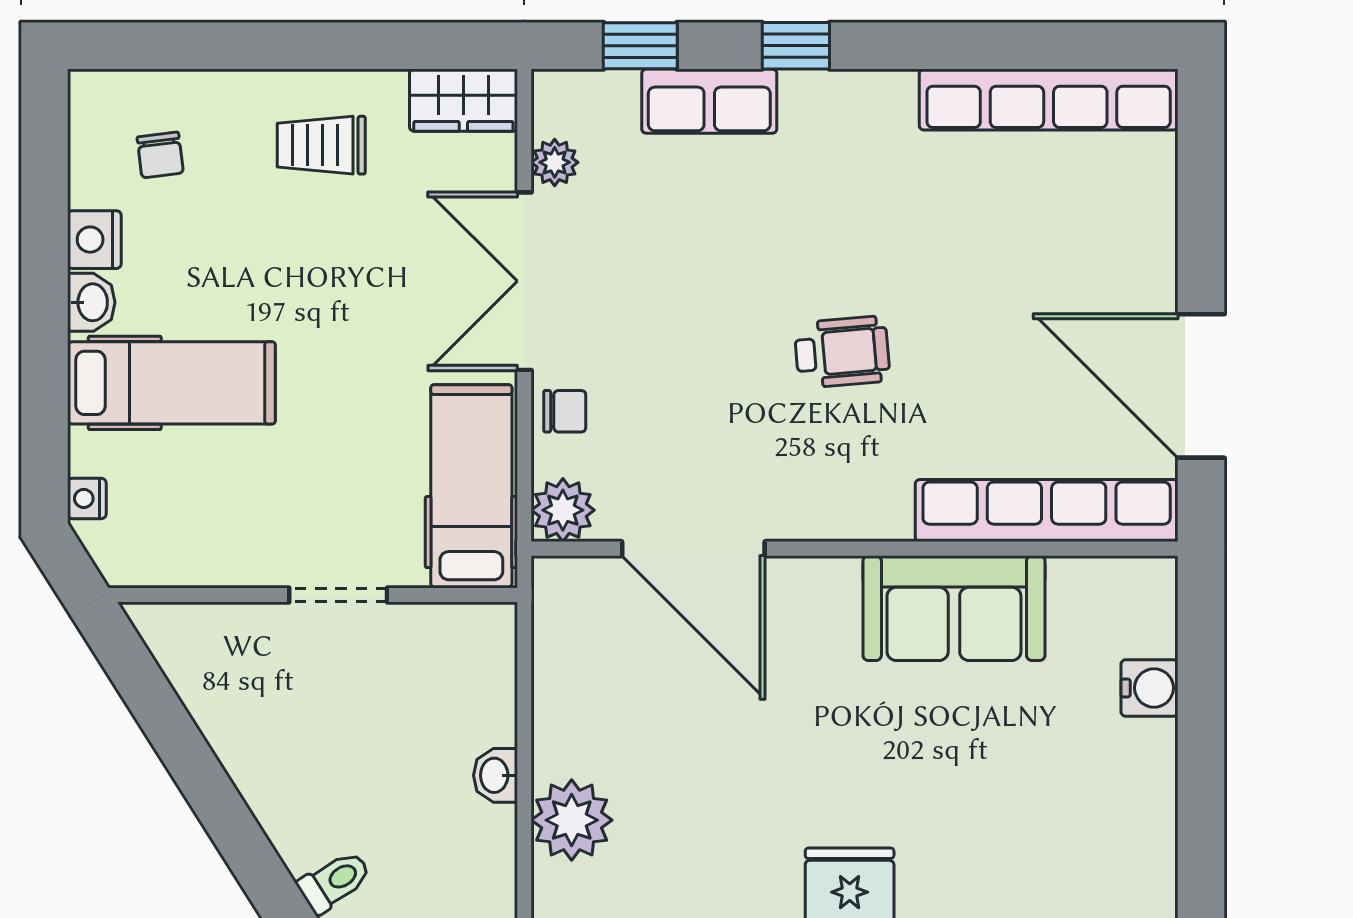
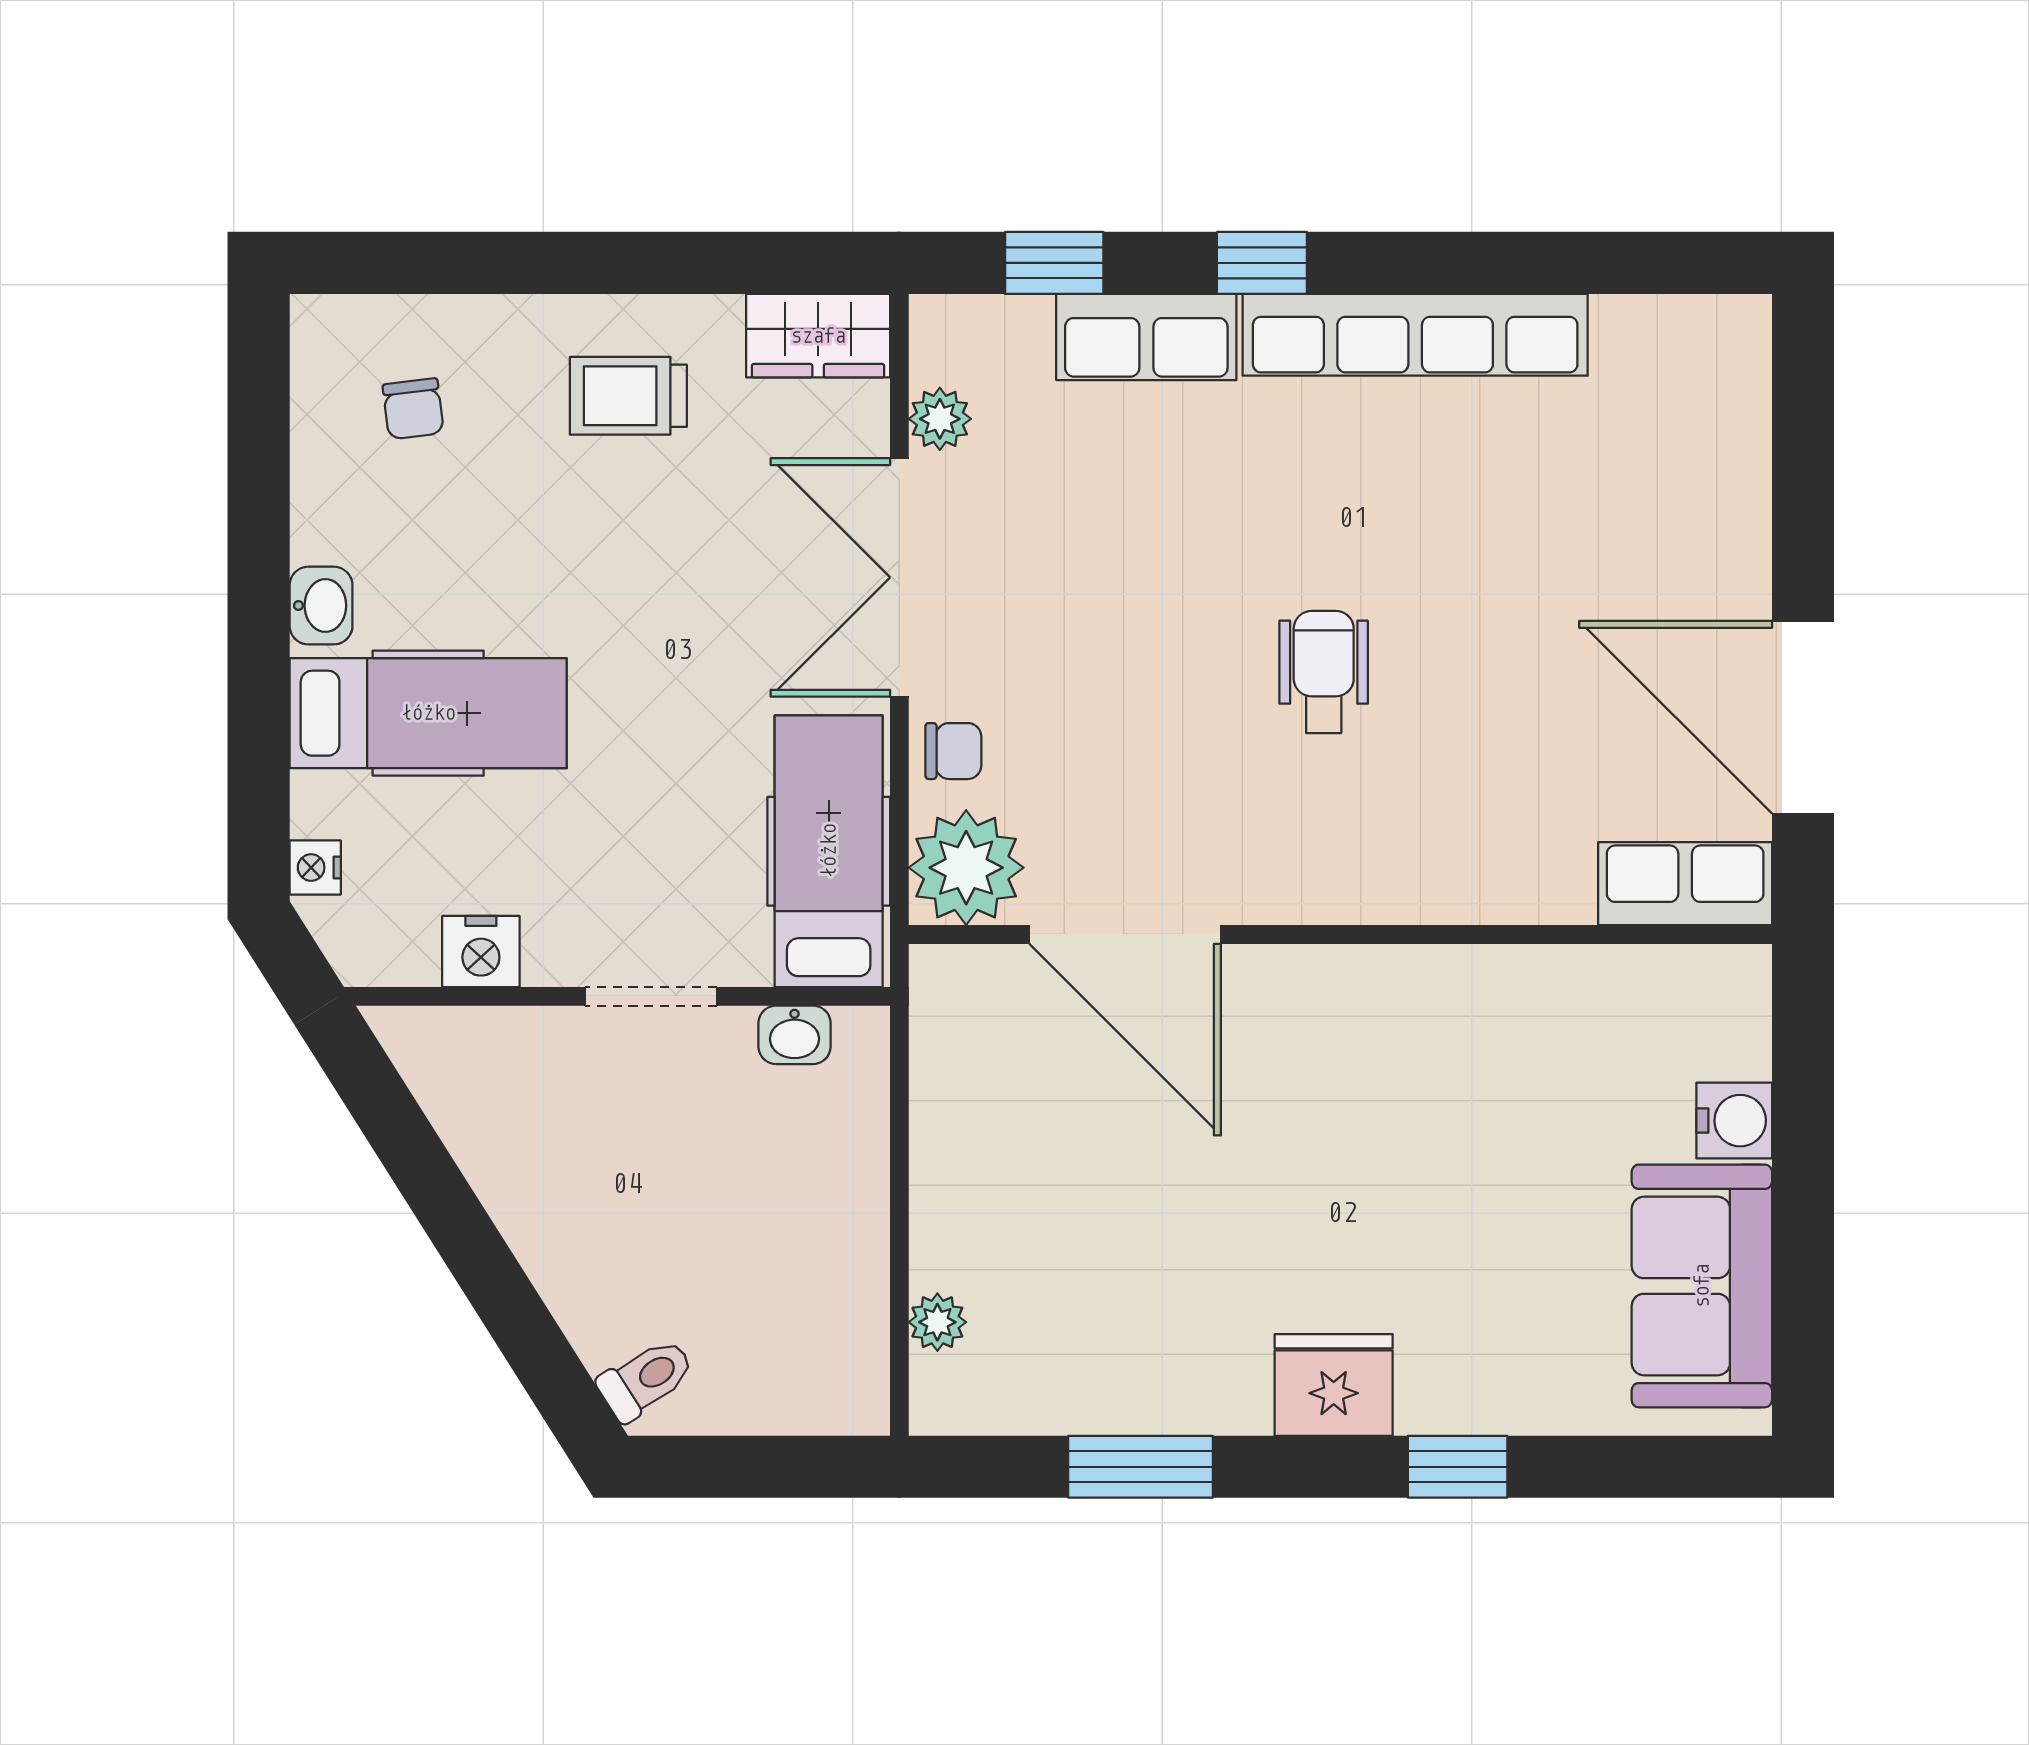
row of seats: (1049, 100) -> (1415, 335), moved
nightstand: (94, 240) -> (481, 952), moved, turned -90
wheelchair: (842, 352) -> (1324, 672), turned -85
plant: (563, 510) -> (966, 868), width x1.36, depth x1.36
row of seats: (1047, 511) -> (1685, 884), width x0.50
sofa: (954, 608) -> (1702, 1286), moved, turned 90
washbasin: (495, 775) -> (795, 1035), moved, turned -90
plant: (572, 820) -> (937, 1322), width x0.53, depth x0.53

